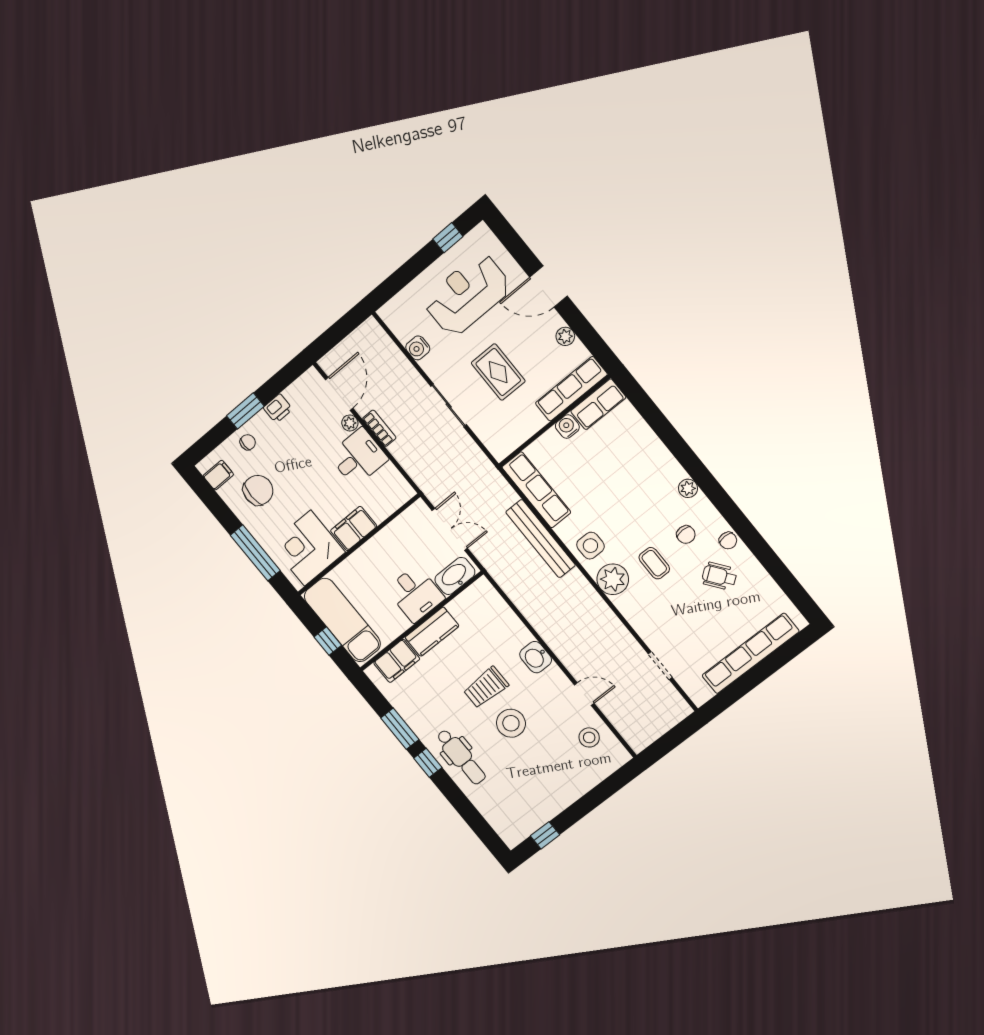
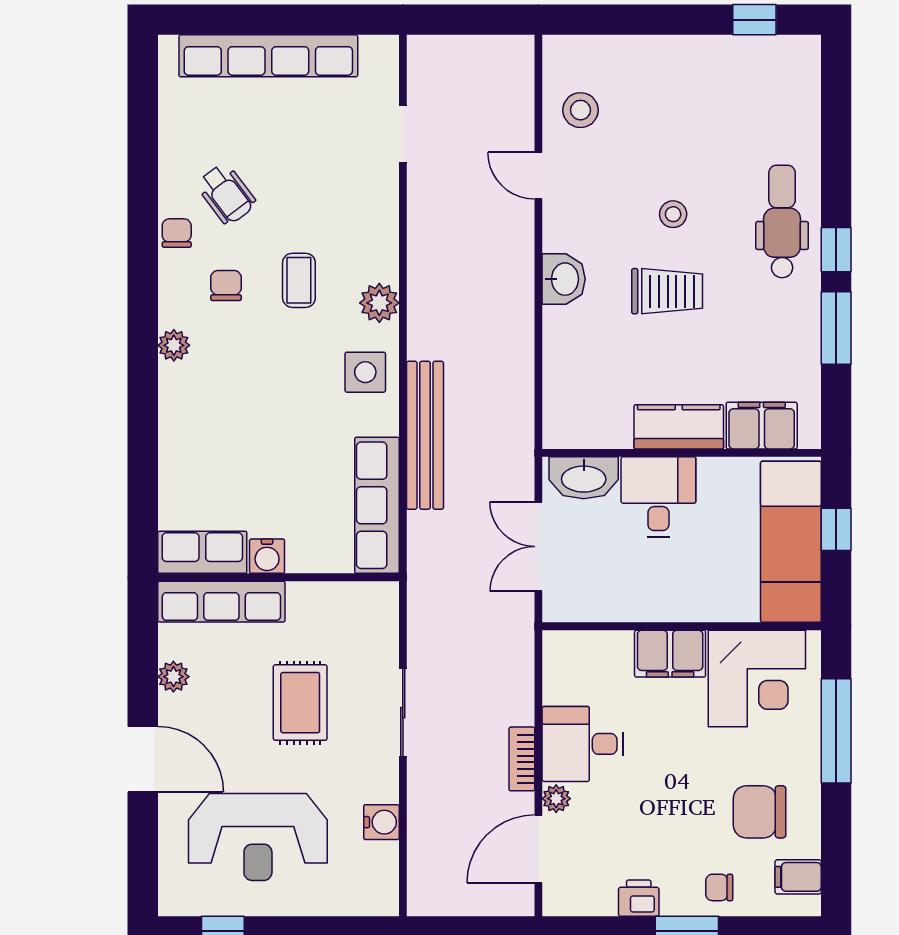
plant: (613, 579) -> (379, 303), width x0.73, depth x0.73
stool: (511, 723) -> (673, 214), width x0.53, depth x0.53

